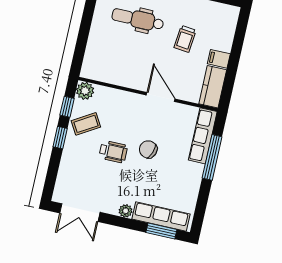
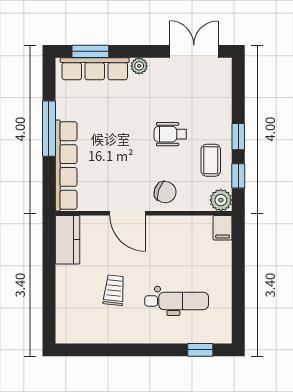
filing cabinet: (219, 59) -> (223, 228), moved, turned 90
coffee table: (86, 124) -> (211, 160), turned -59
row of seats: (203, 136) -> (66, 166), width x1.36
chair: (148, 149) -> (165, 192), moved
window: (212, 157) -> (49, 129), moved

